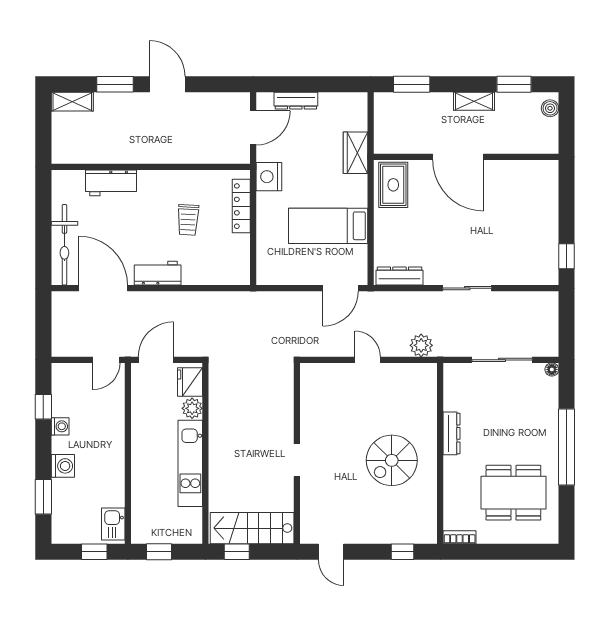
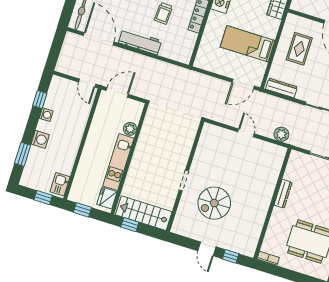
rug: (393, 185) -> (299, 49), moved
workbench: (158, 273) -> (140, 42), width x1.38
door: (106, 360) -> (87, 83), hinge flipped
fridge: (190, 382) -> (107, 198), moved
spiral stairs: (392, 460) -> (214, 203), moved
door: (331, 552) -> (207, 249), moved

